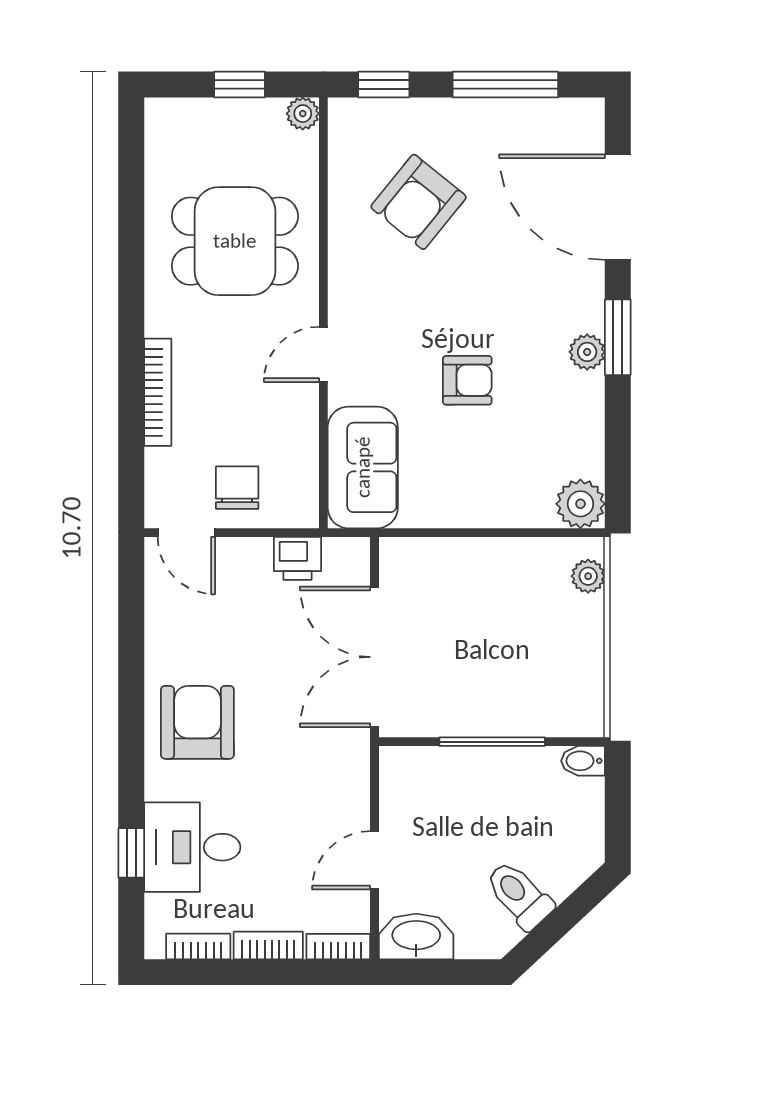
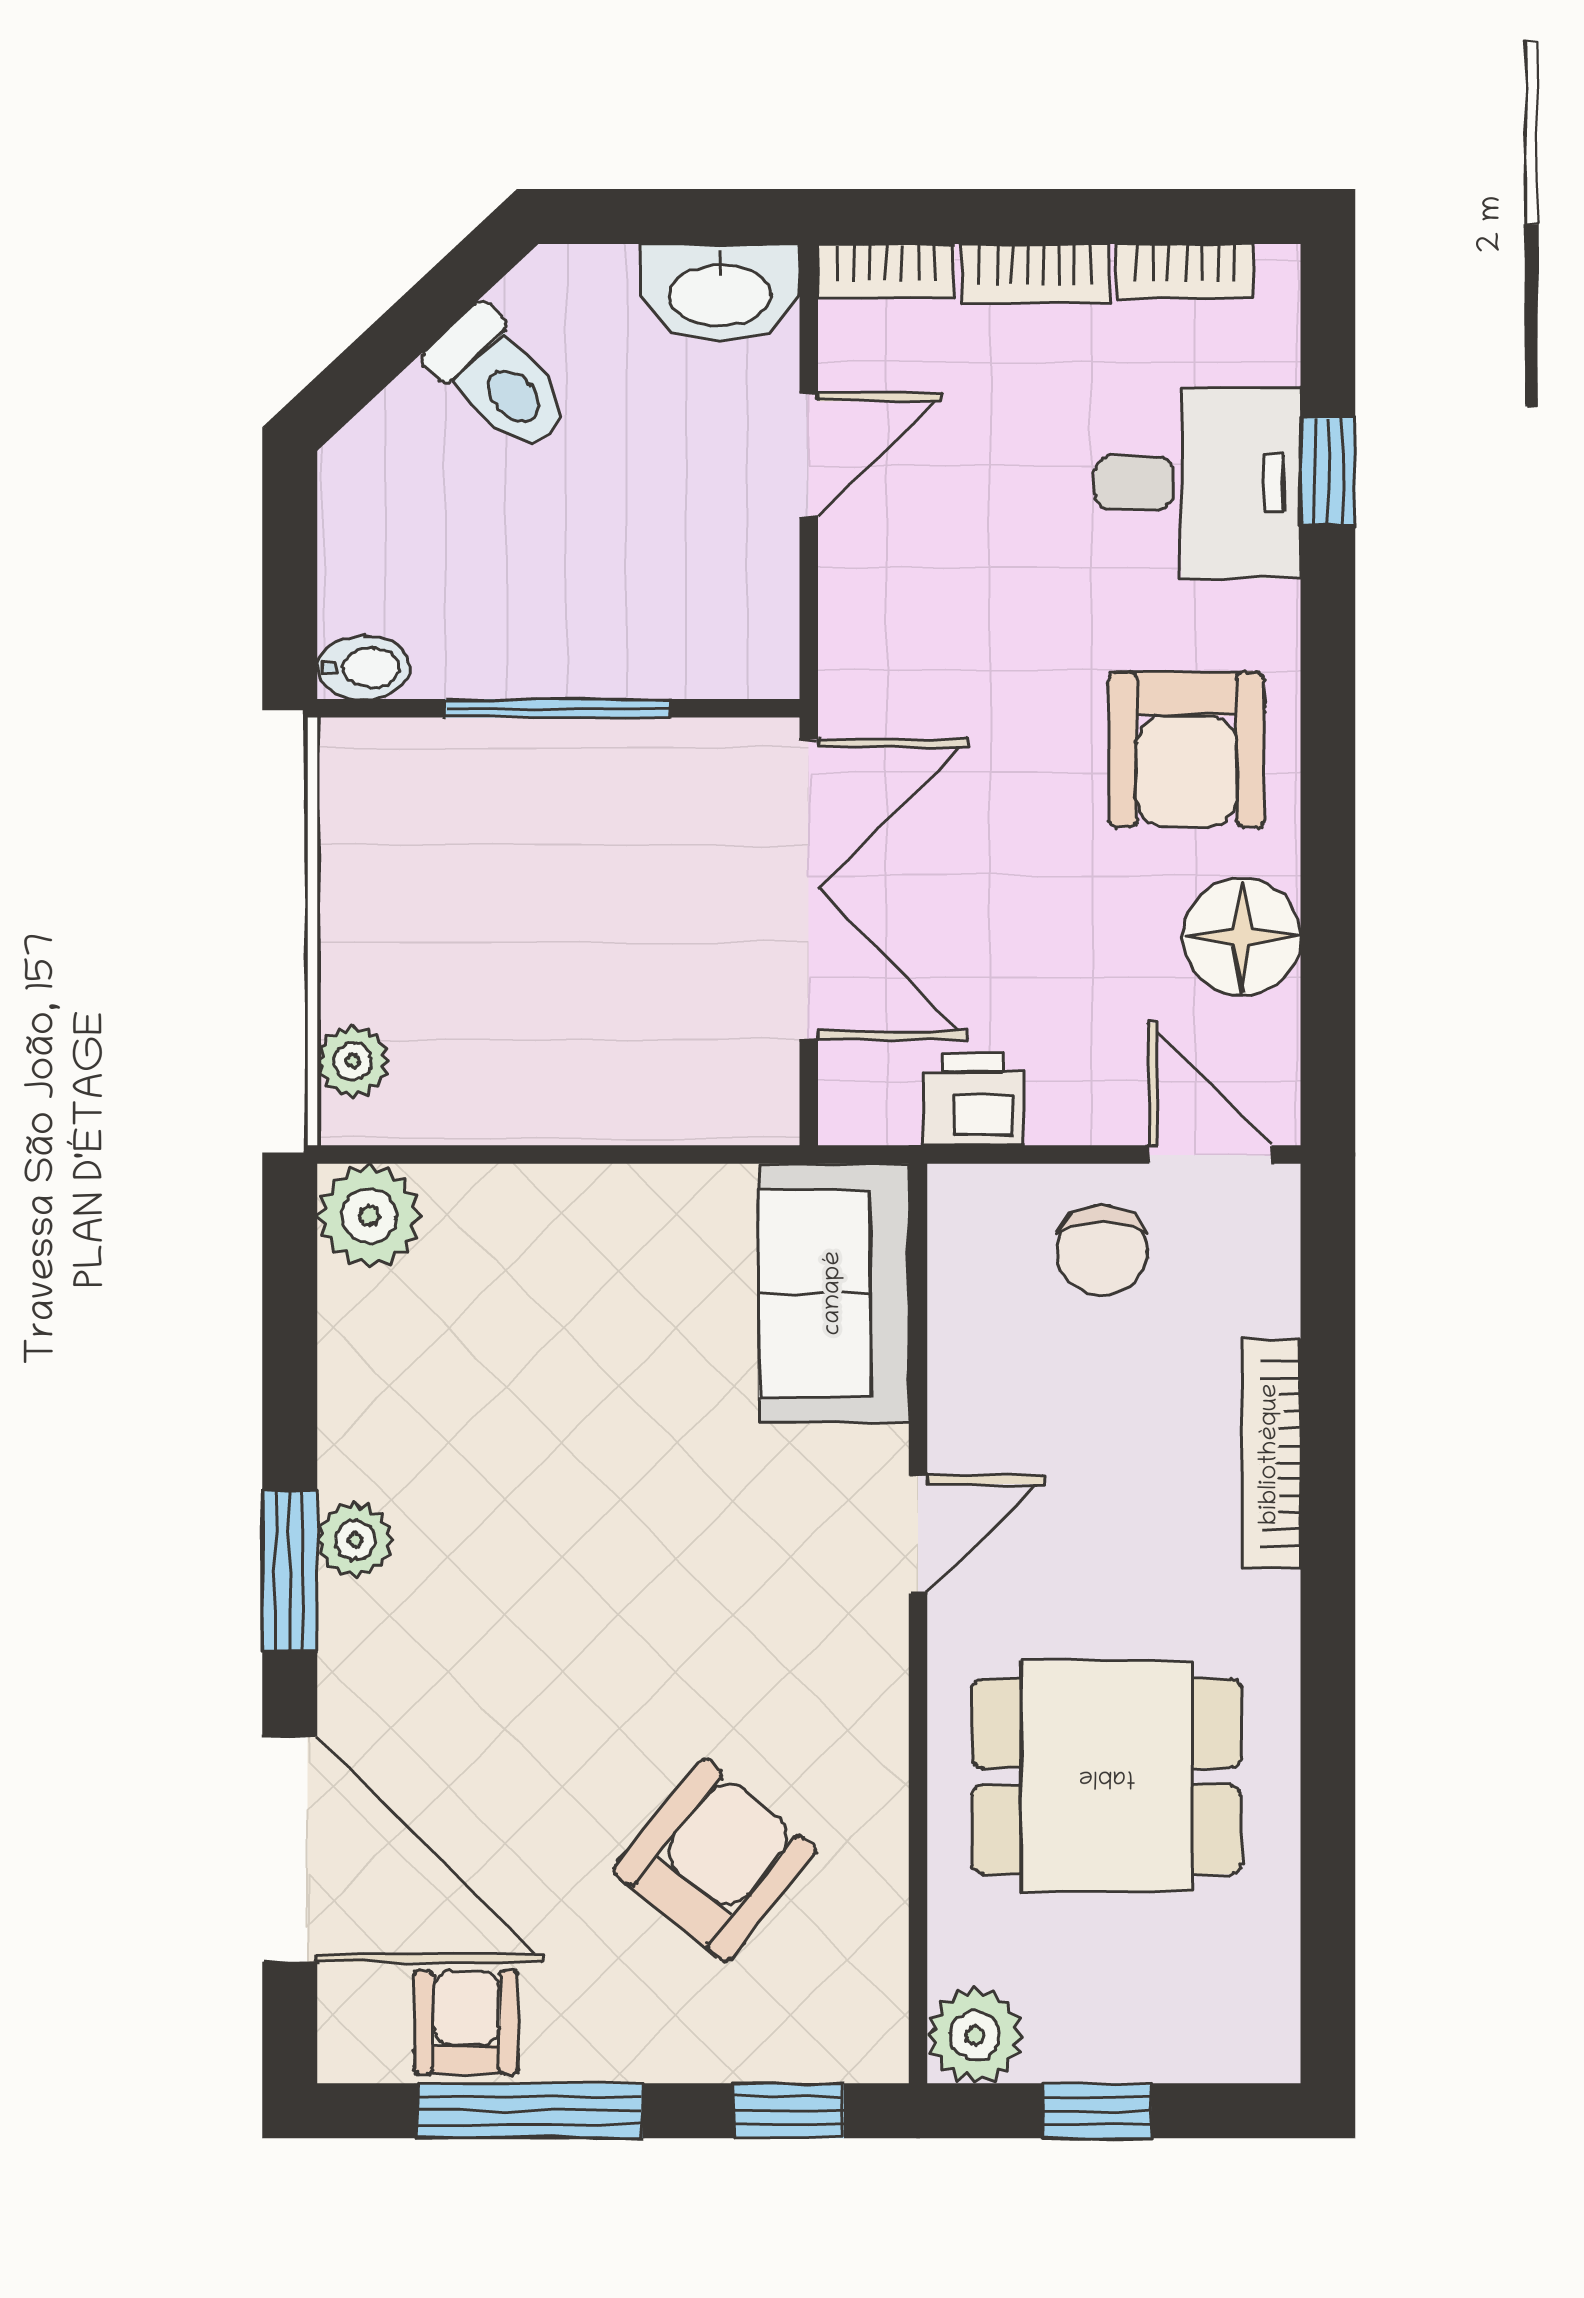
plant: (303, 114) -> (975, 2036), width x1.38, depth x1.38
armchair: (467, 380) -> (466, 2022), moved, turned 90
floor lamp: (172, 635) -> (1242, 937), added

